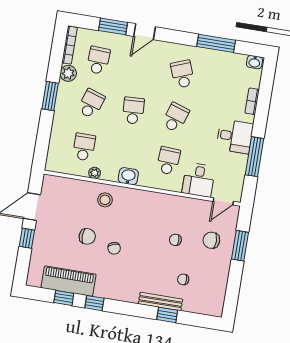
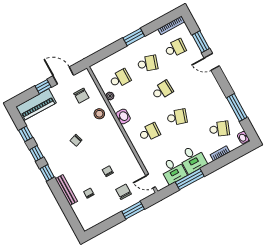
plant: (68, 73) -> (155, 37), removed
school desk: (183, 74) -> (219, 129), moved, turned 42
desk: (199, 180) -> (173, 170), moved, turned -90
chair: (87, 236) -> (81, 96), moved
piano: (69, 281) -> (36, 105), moved, turned 90
window: (167, 315) -> (47, 173), moved

